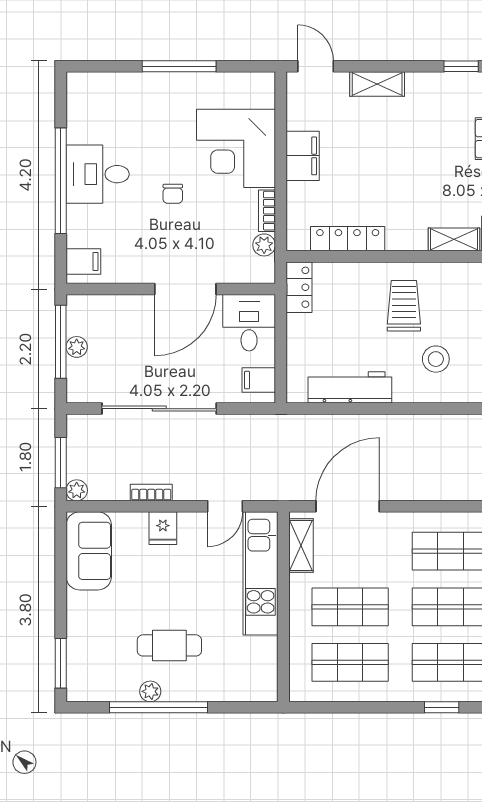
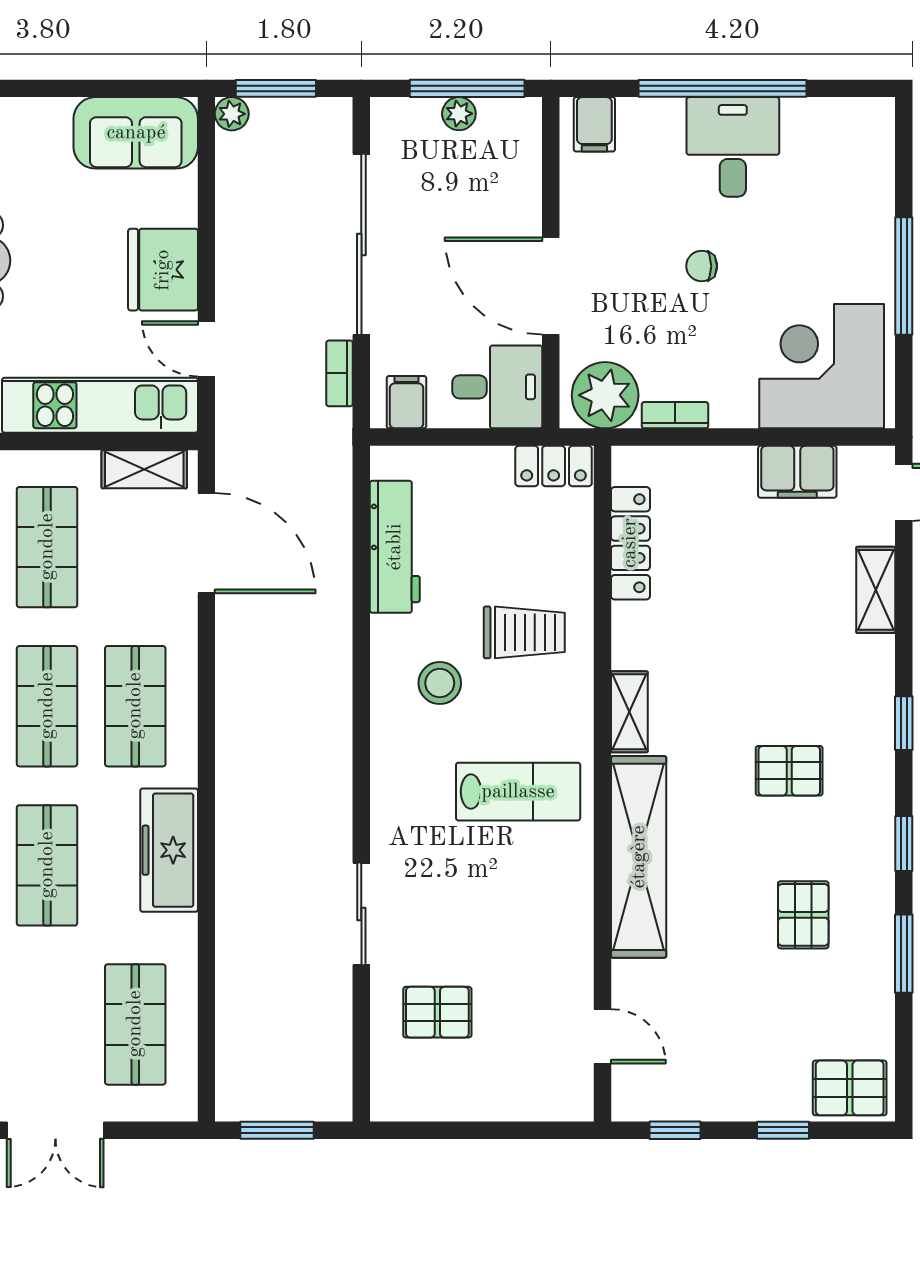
corner desk: (236, 148) -> (822, 366), moved
filing cabinet: (303, 156) -> (797, 472), moved
plant: (264, 245) -> (605, 395), width x1.88, depth x1.88
bookcase: (151, 493) -> (340, 373), moved, turned 180
fridge: (163, 528) -> (163, 270), width x1.88, depth x1.34

